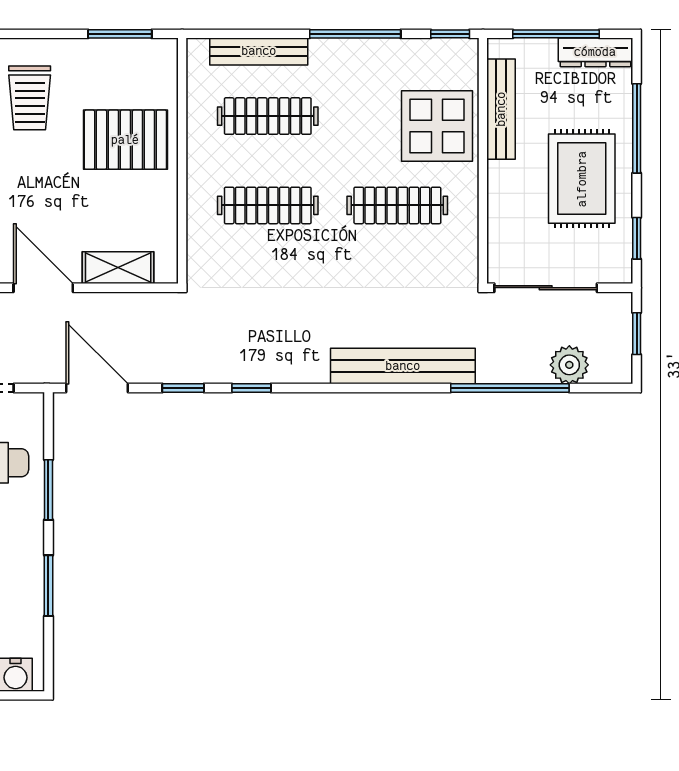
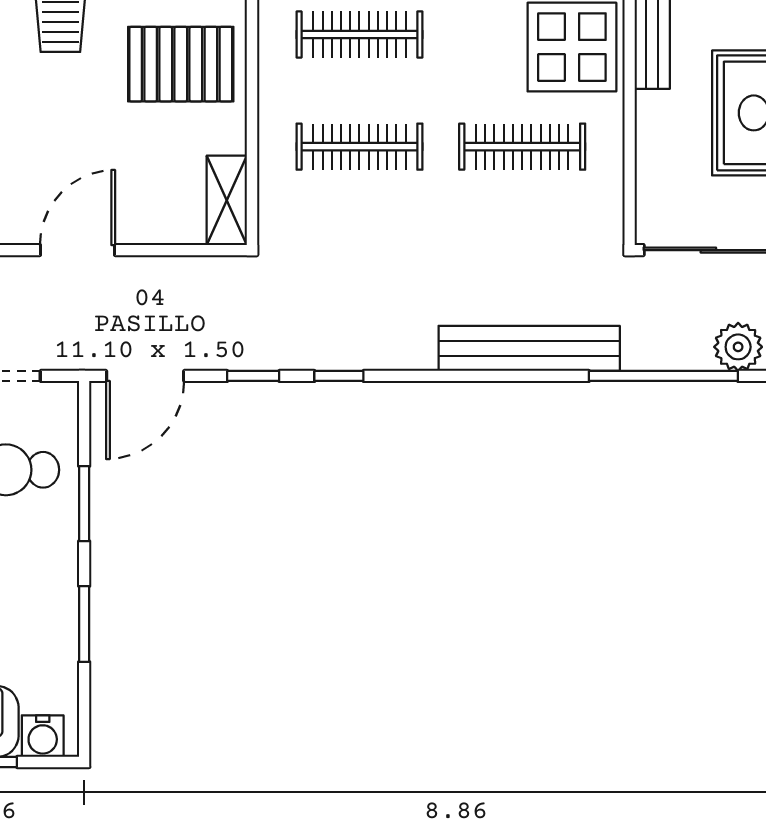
shelving: (118, 268) -> (227, 200), moved, turned 90
door: (43, 288) -> (77, 250), hinge flipped
door: (97, 388) -> (145, 376), swing flipped

